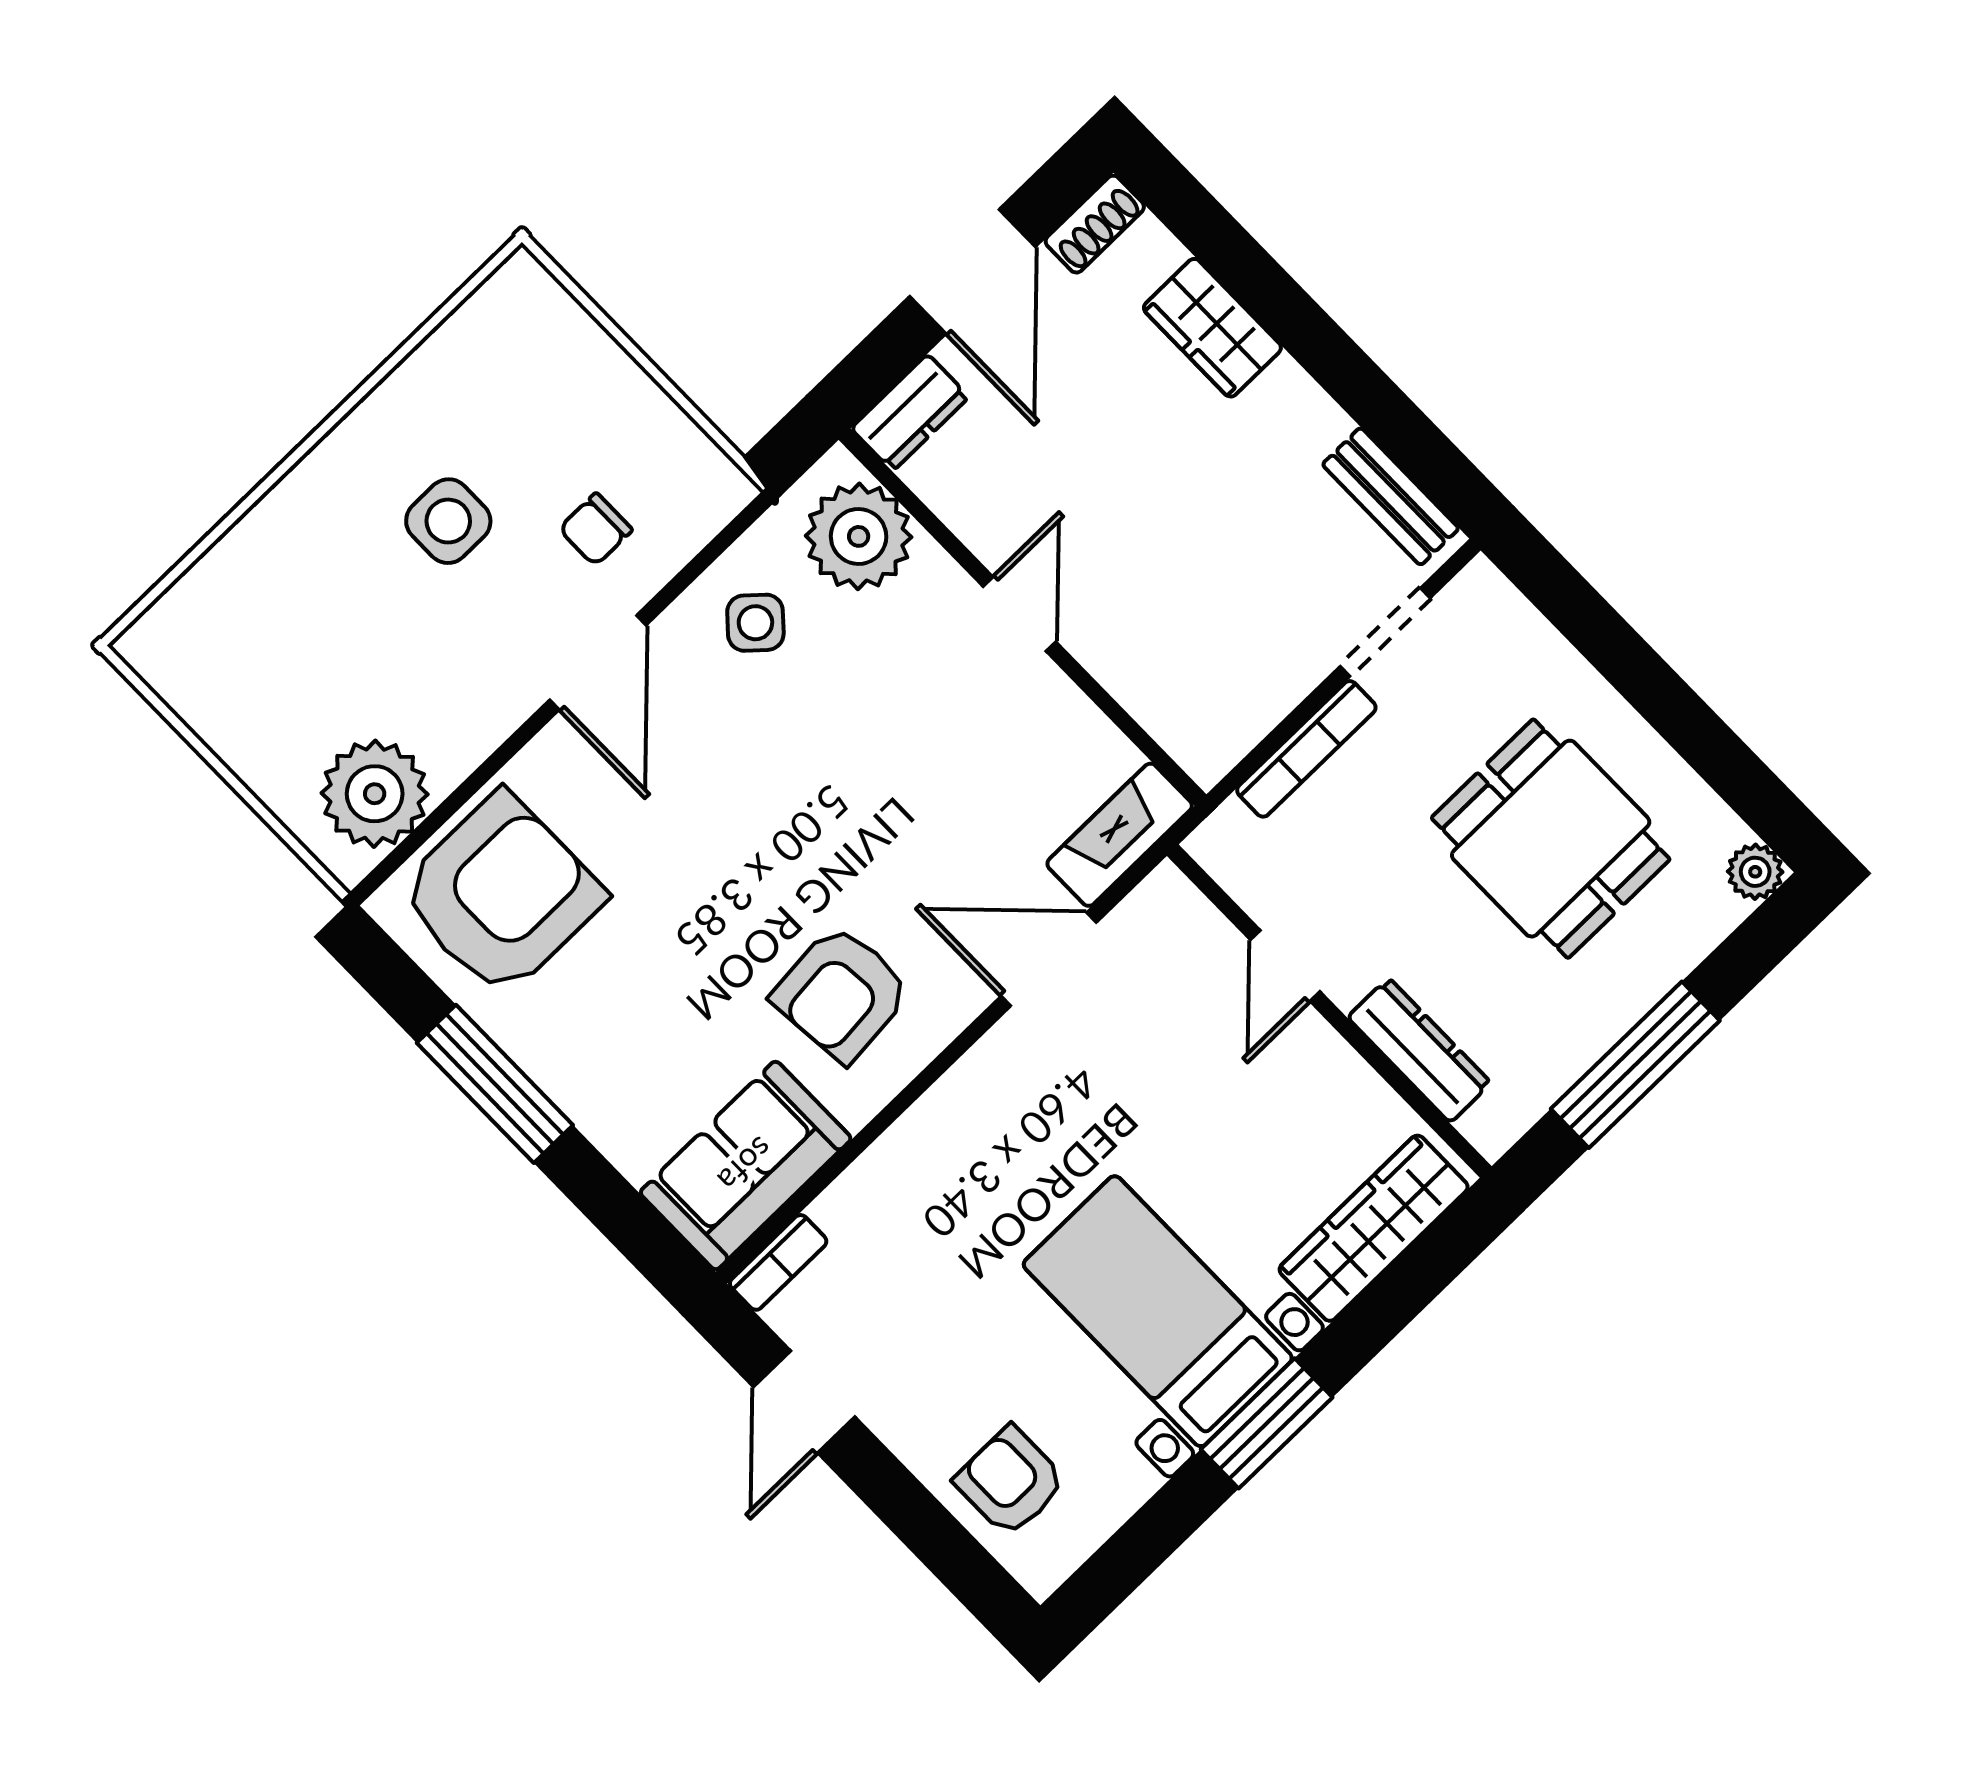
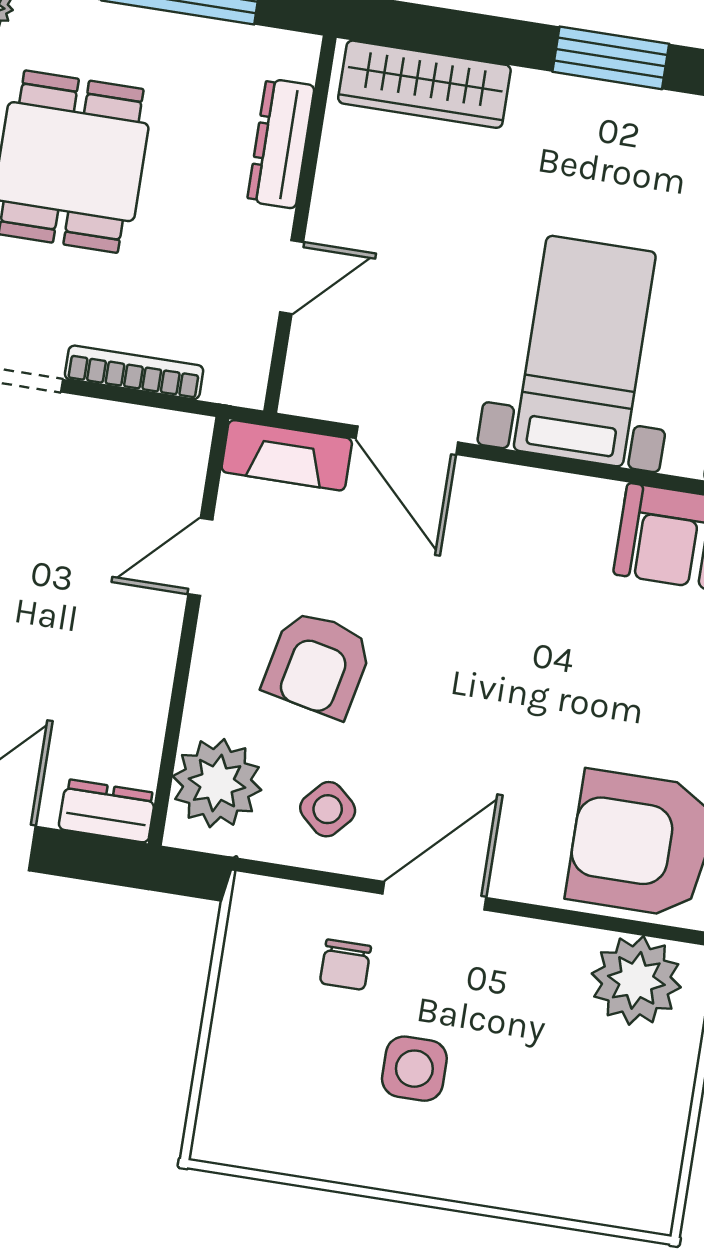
chair: (596, 529) -> (345, 965), turned 90
door: (1020, 614) -> (200, 557), moved
armchair: (841, 993) -> (318, 664), moved, turned 107
bed with nightstands: (1158, 1311) -> (585, 351), moved, turned 180

